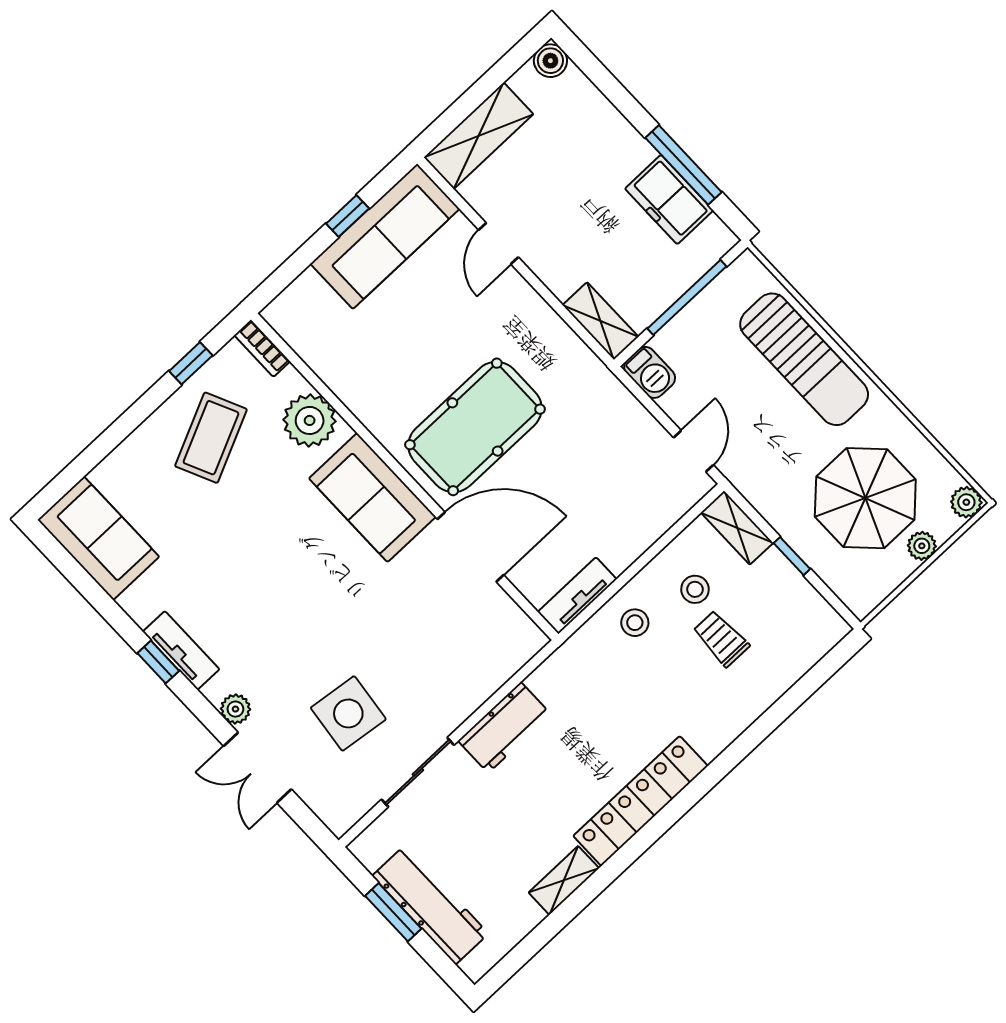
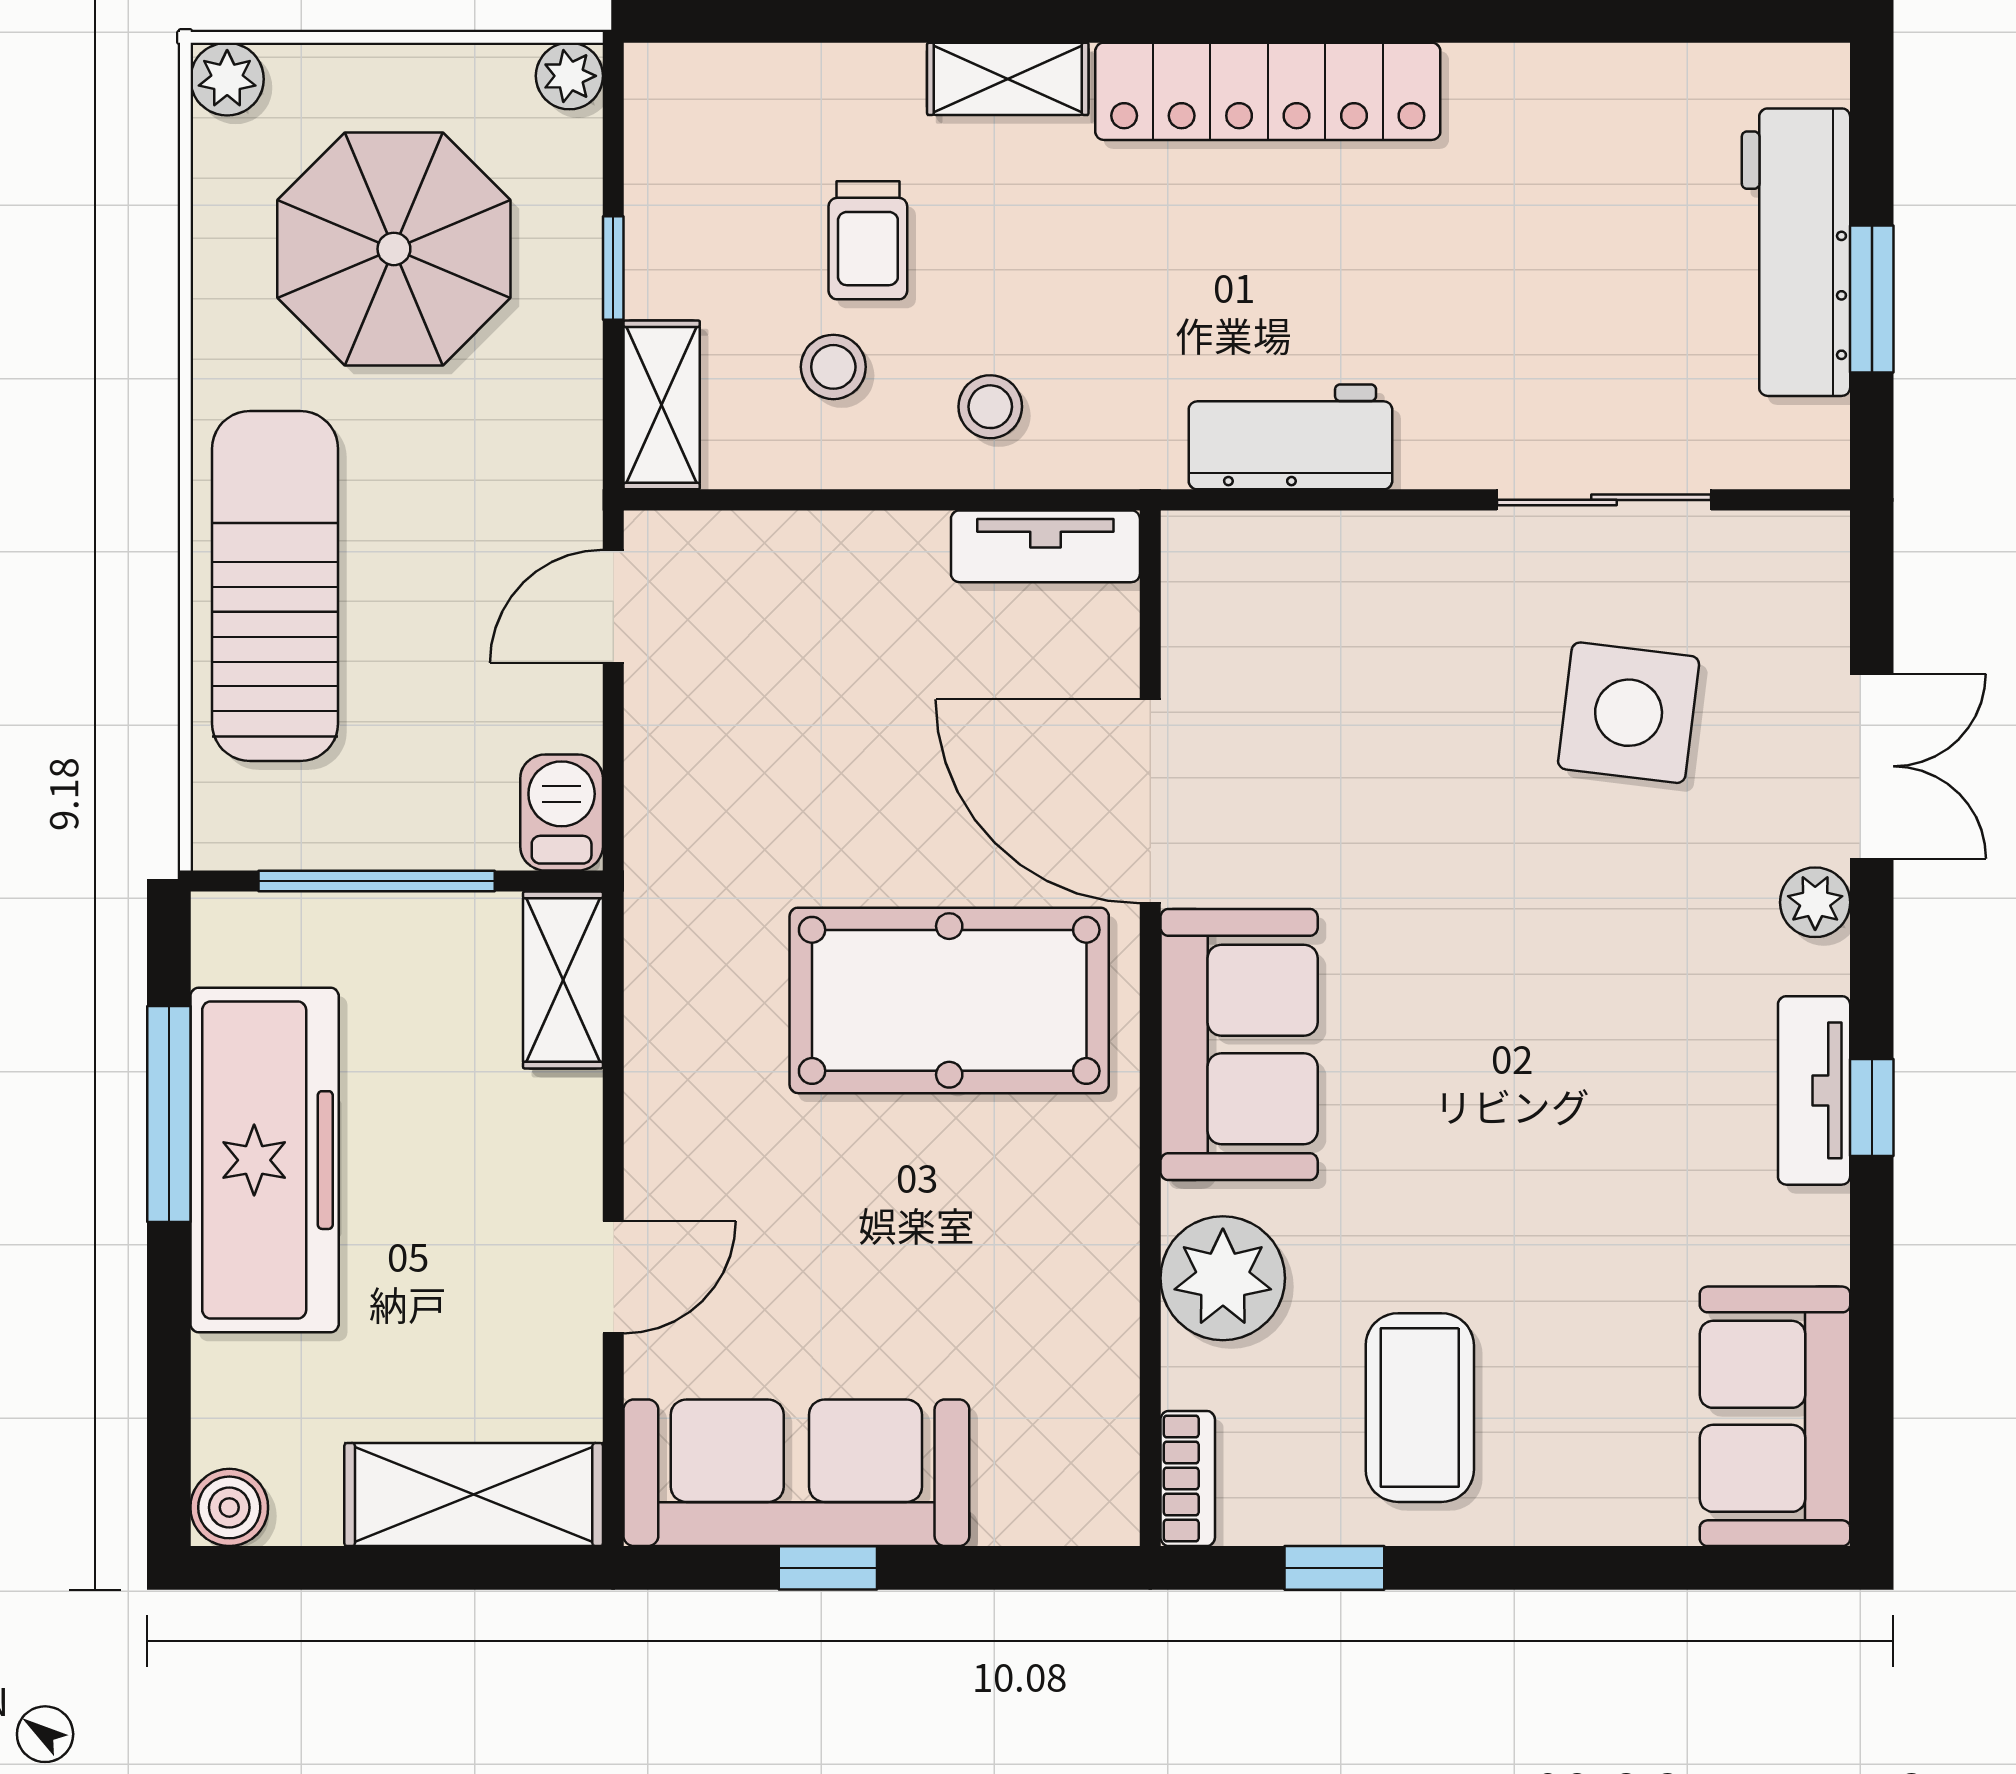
freezer: (669, 199) -> (265, 1160), width x1.91, depth x1.26
coffee table: (211, 438) -> (1420, 1408), turned -65
plant: (922, 546) -> (569, 76), moved
workbench: (504, 727) -> (1290, 437), moved
shelving: (564, 880) -> (1008, 79), moved

